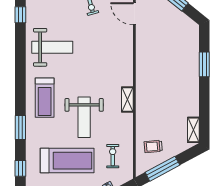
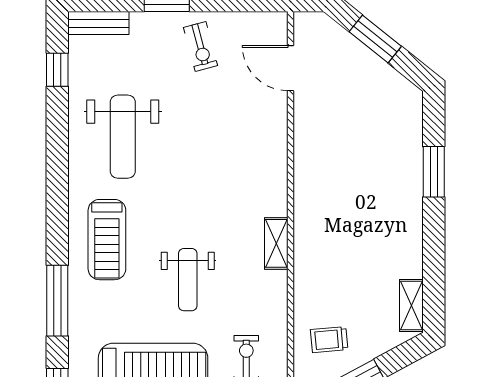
weight bench: (52, 47) -> (123, 137), turned 90
weight bench: (84, 117) -> (188, 280), width x0.73, depth x0.75
window: (20, 127) -> (57, 301), width x1.44

